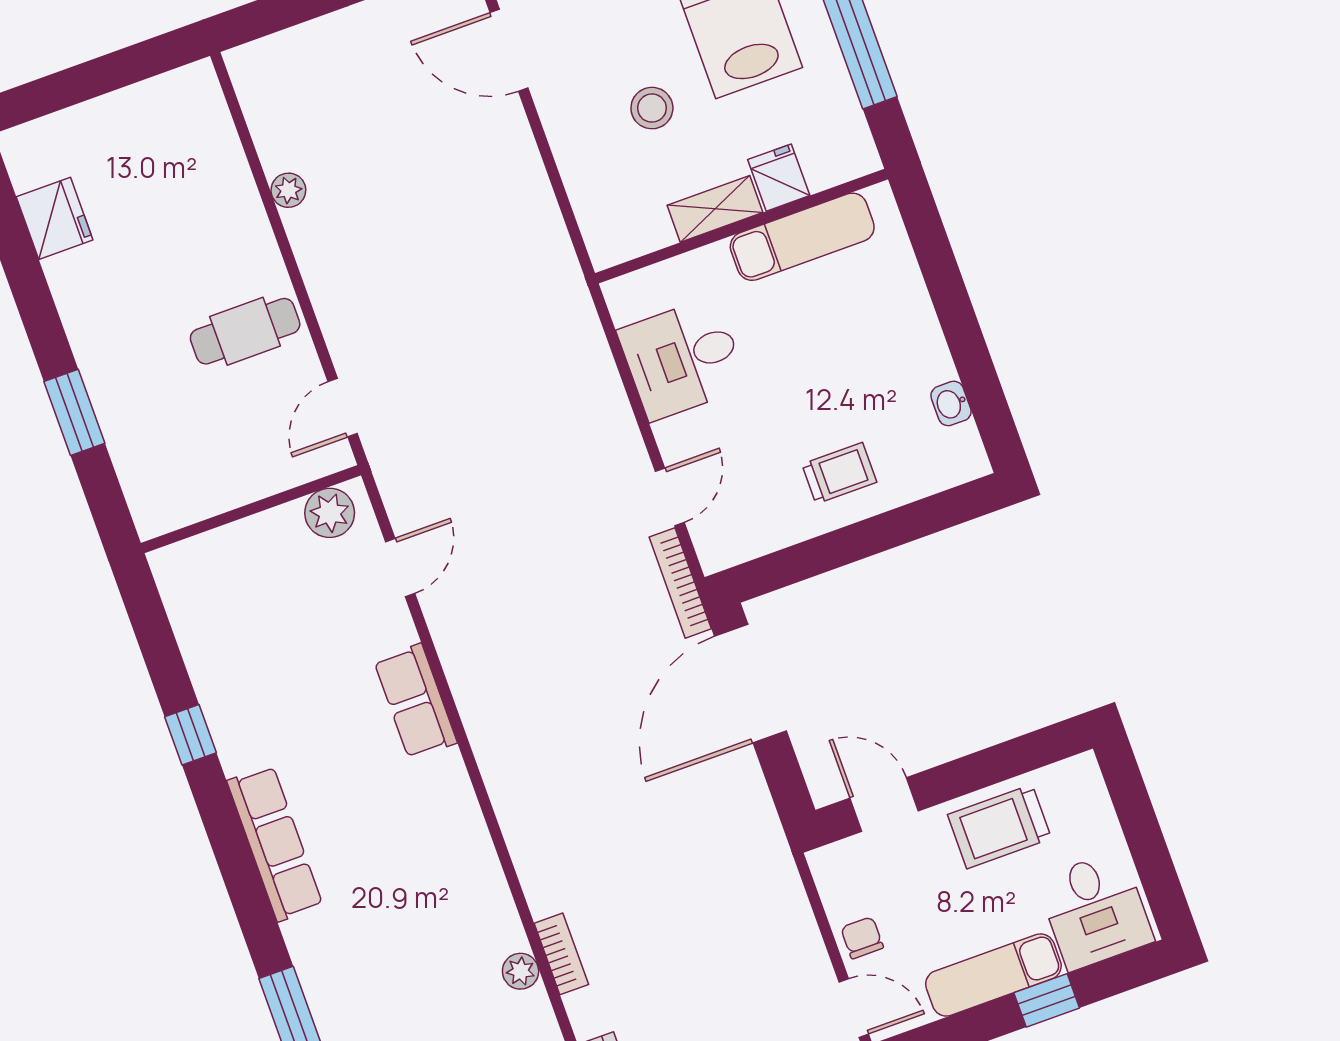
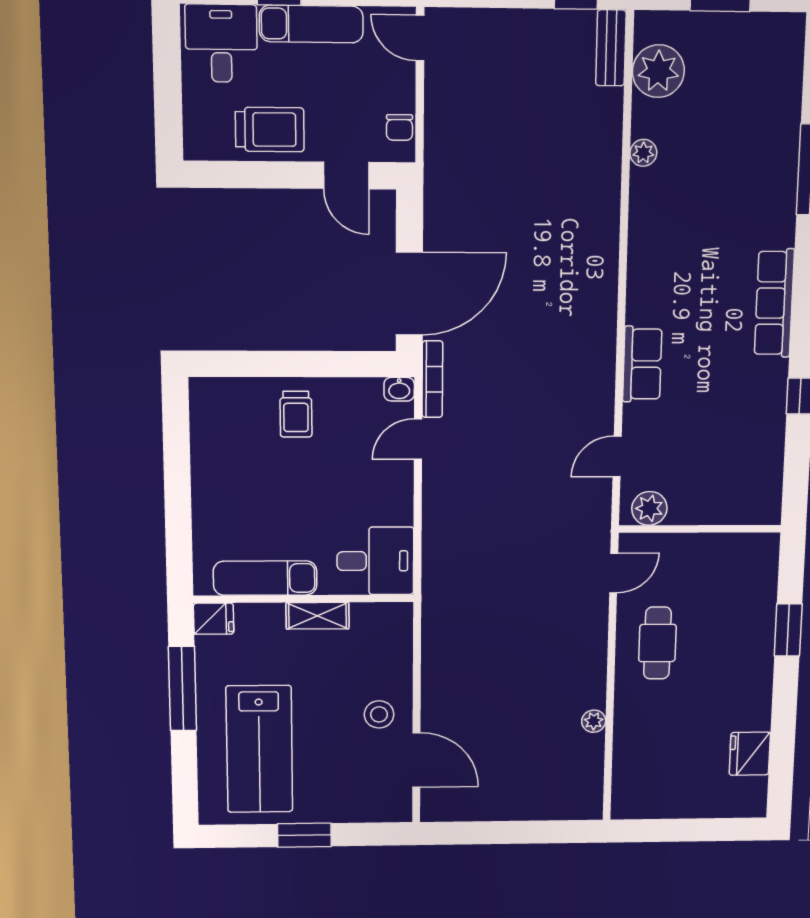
stool: (652, 108) -> (379, 714), moved
fridge: (779, 178) -> (214, 619), moved, turned -90
cafe table: (245, 331) -> (657, 643), turned 90
desk: (683, 359) -> (375, 561), moved
washbasin: (951, 403) -> (399, 389), moved, turned 90
trolley: (839, 473) -> (296, 414), turned -90
chair: (862, 938) -> (399, 127), moved
bookcase: (561, 954) -> (611, 154), removed

